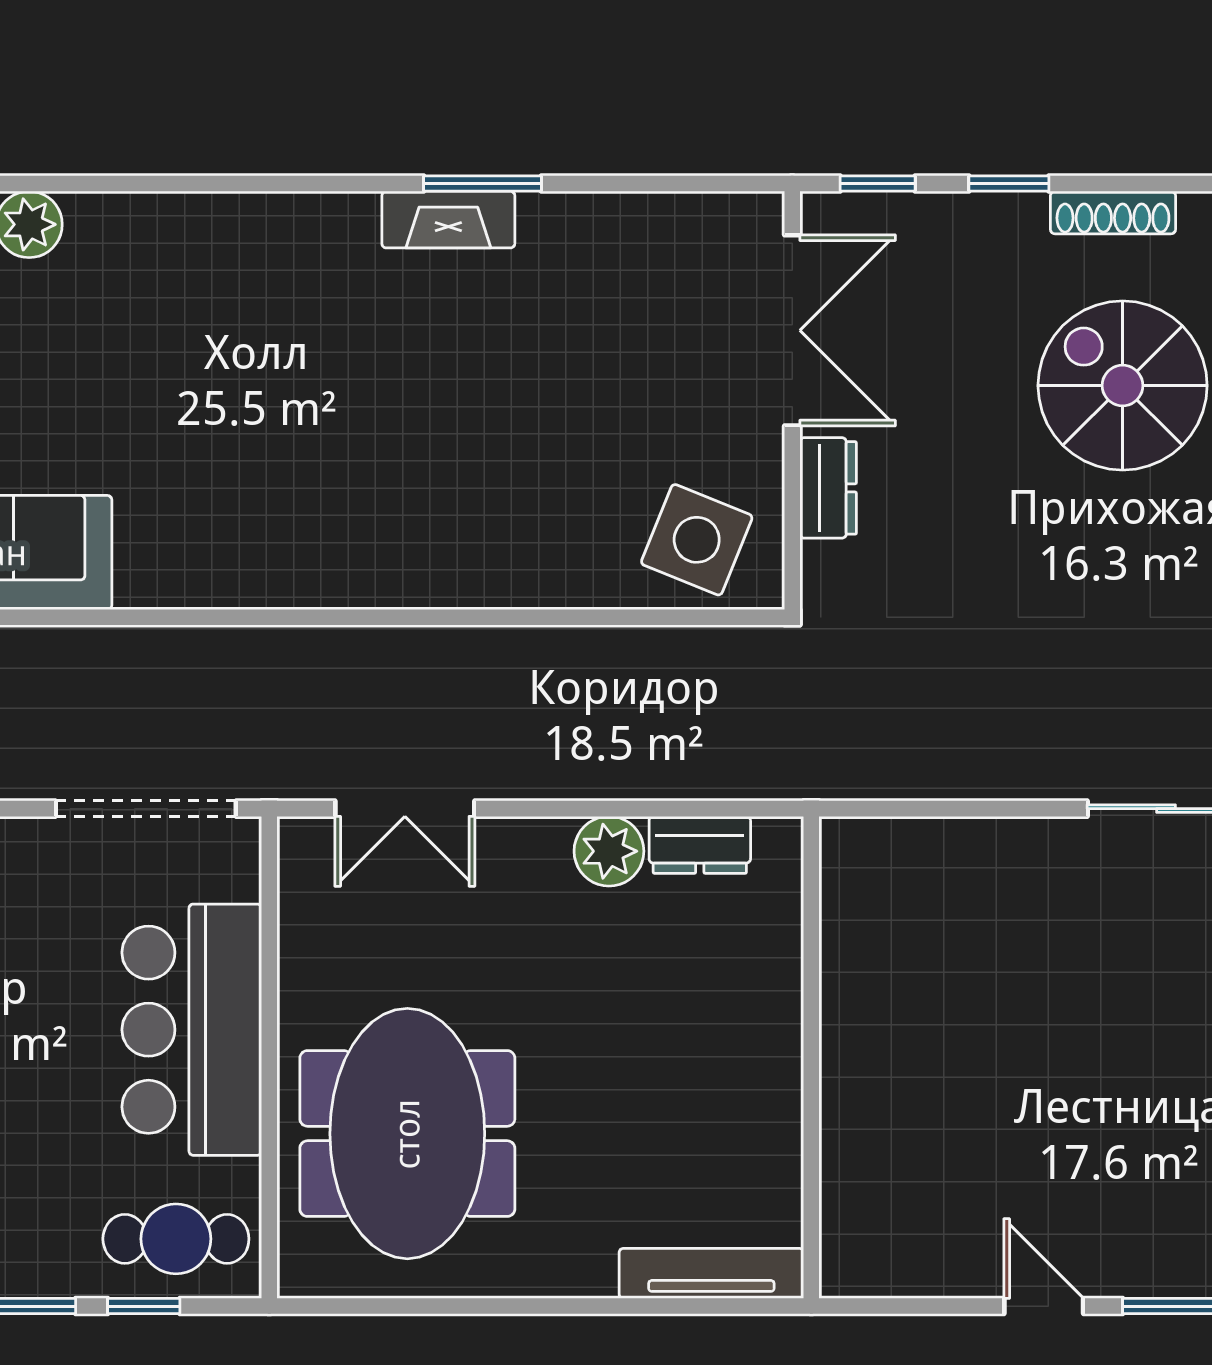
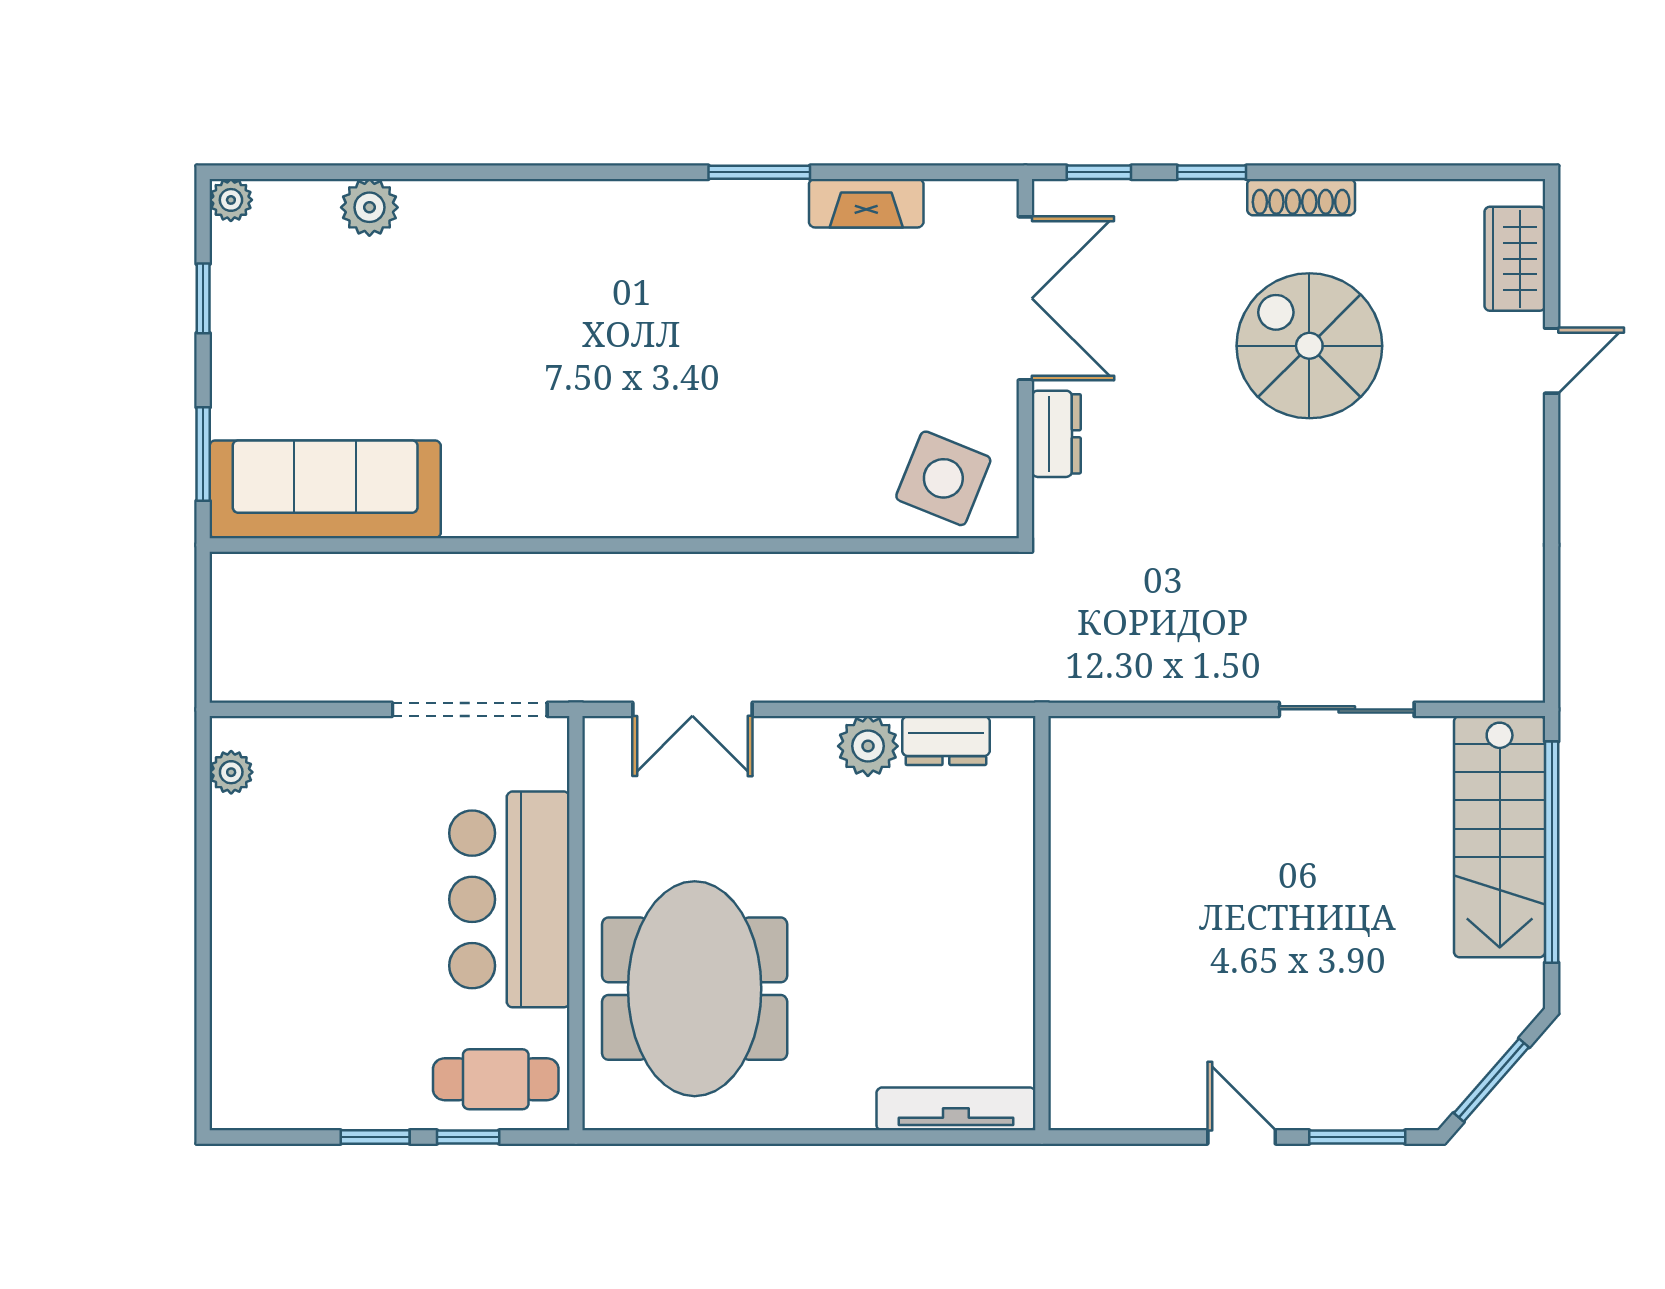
fireplace: (448, 220) -> (866, 203), moved

